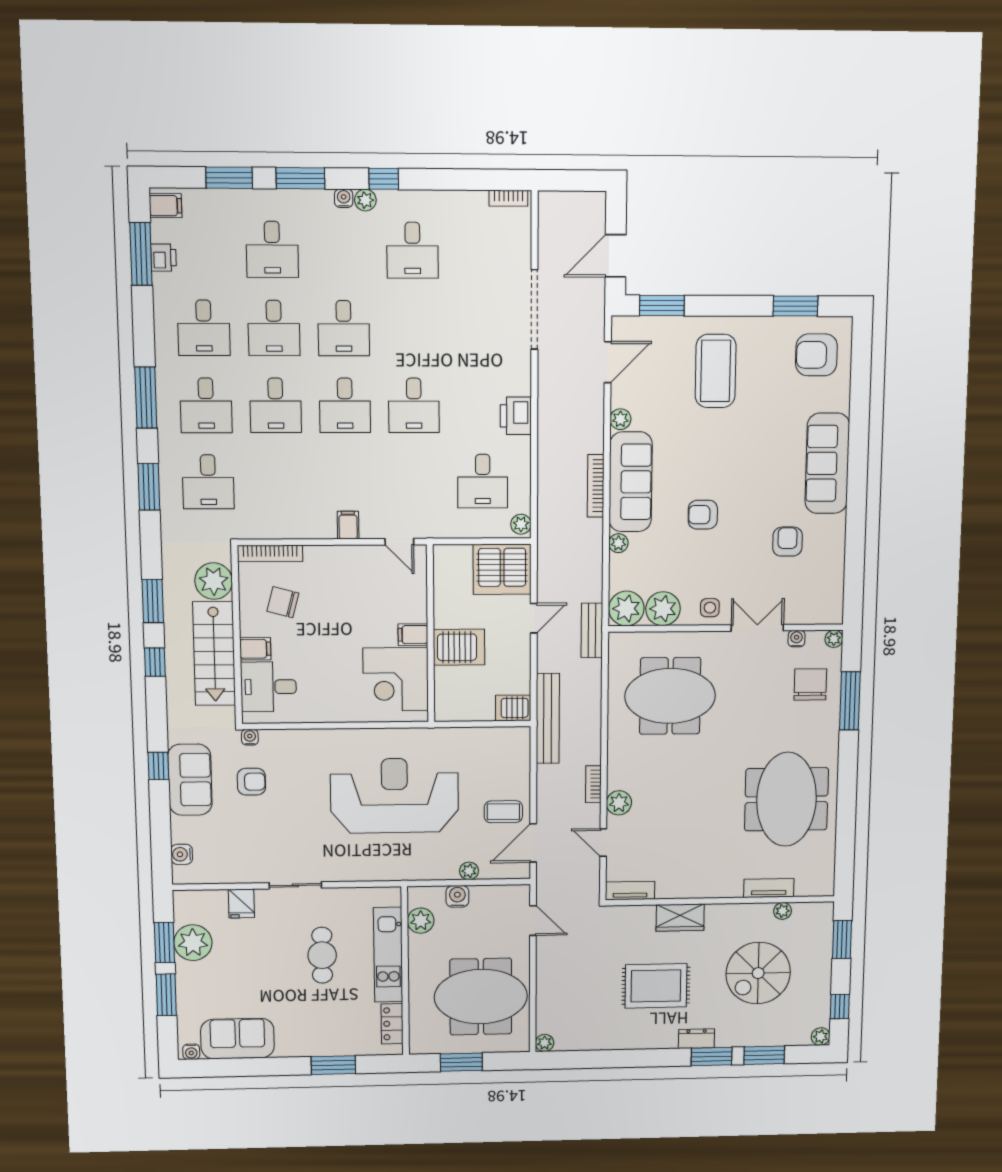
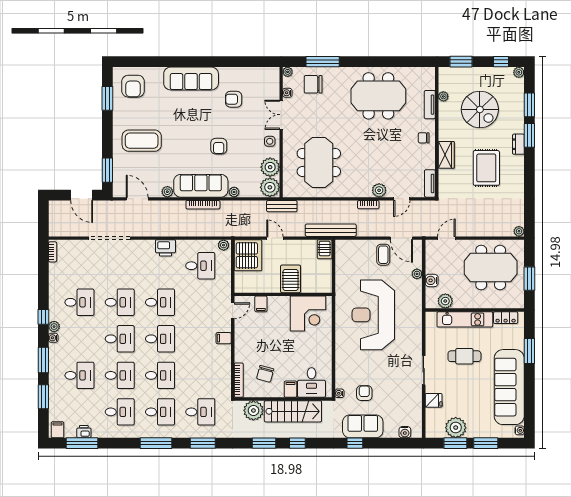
desk: (413, 328) -> (120, 302), added
filing cabinet: (413, 635) -> (261, 304), moved
chair: (711, 879) -> (424, 138), added
meeting table: (481, 997) -> (491, 268), turned 90
sofa: (237, 1039) -> (509, 387), width x1.85, depth x1.27

